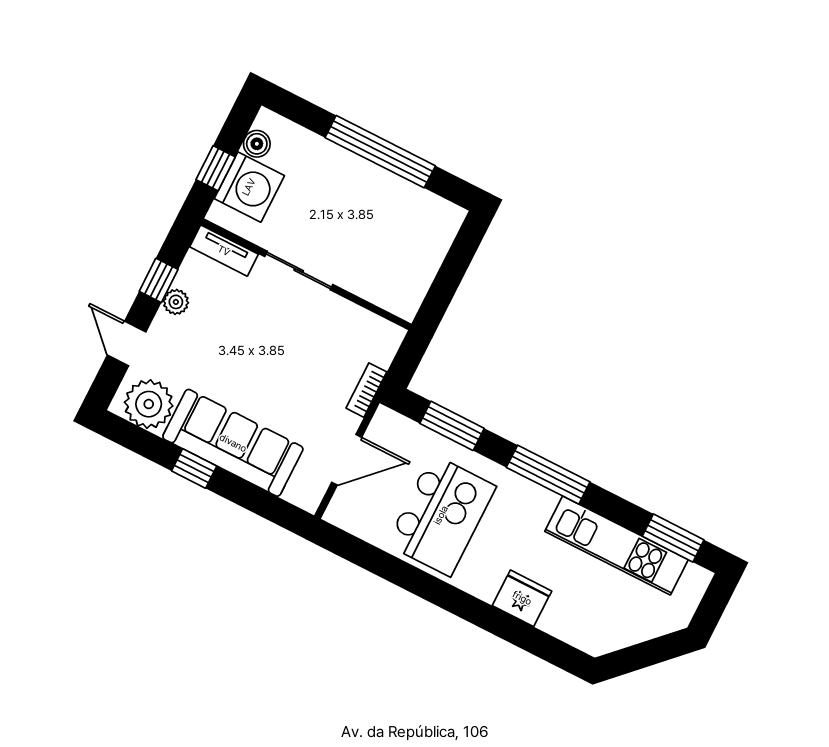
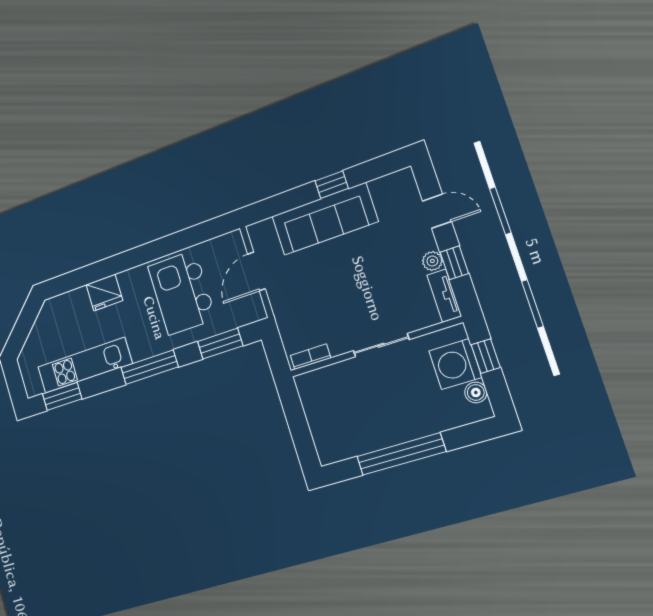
tv unit: (224, 251) -> (444, 296), moved, turned -90
bookcase: (366, 390) -> (311, 357), moved, turned -90
plant: (149, 404) -> (391, 192), removed

